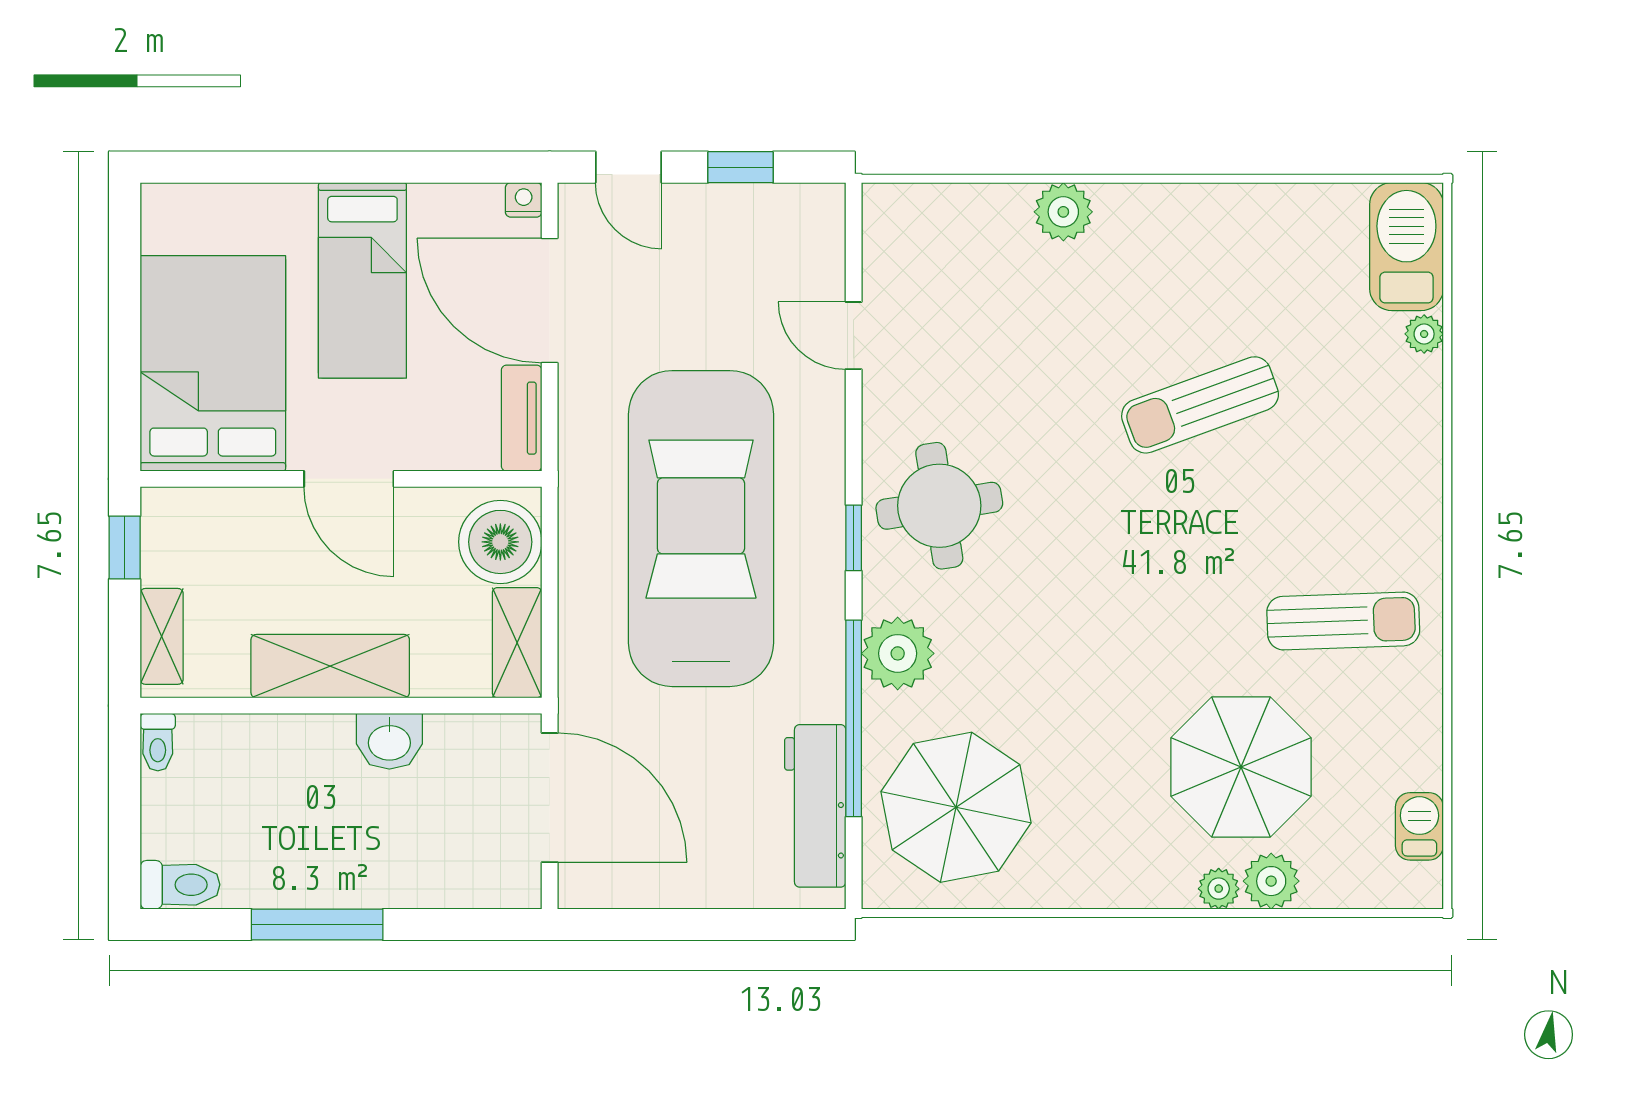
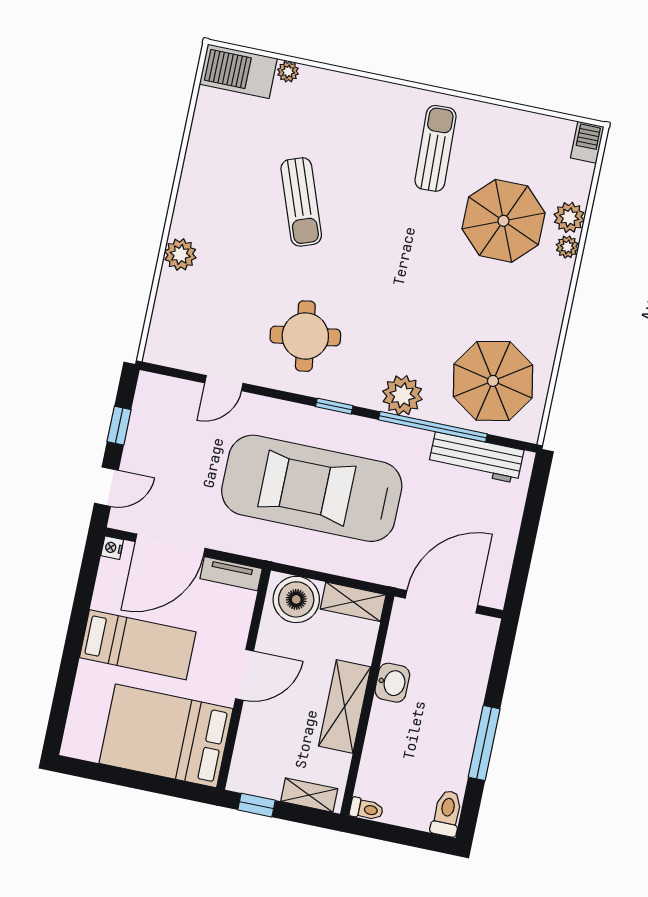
round table: (939, 506) -> (305, 336), moved
barbecue: (1419, 826) -> (587, 142), moved, turned 90

